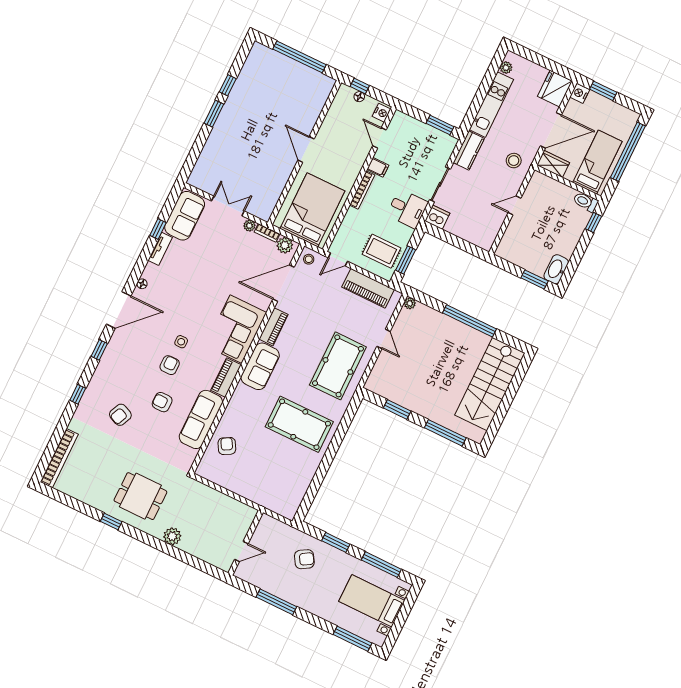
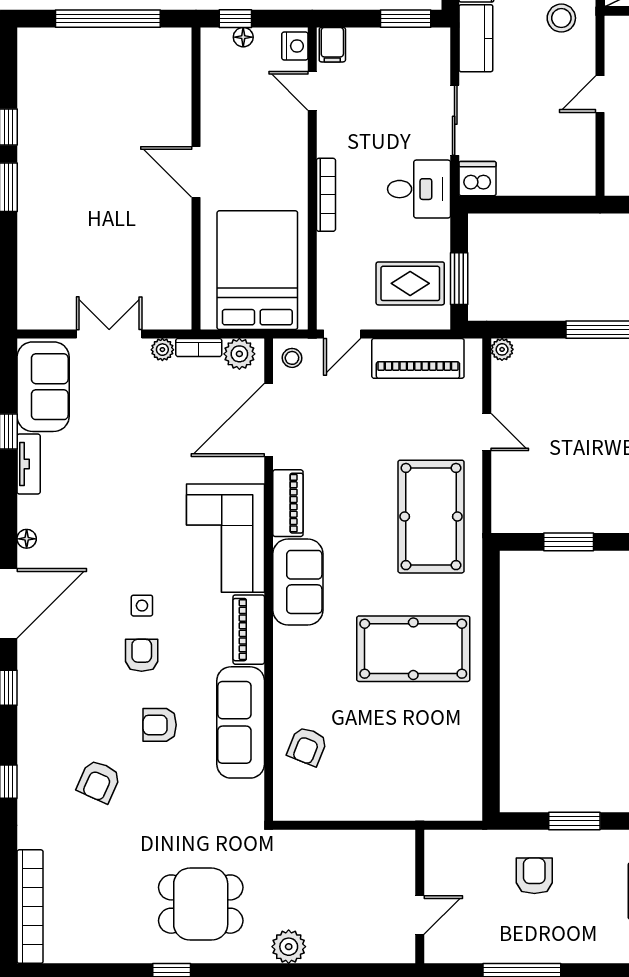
filing cabinet: (378, 167) -> (332, 45), moved, turned 90
armchair: (227, 446) -> (307, 746), turned -128
armchair: (304, 559) -> (534, 876), turned -59

